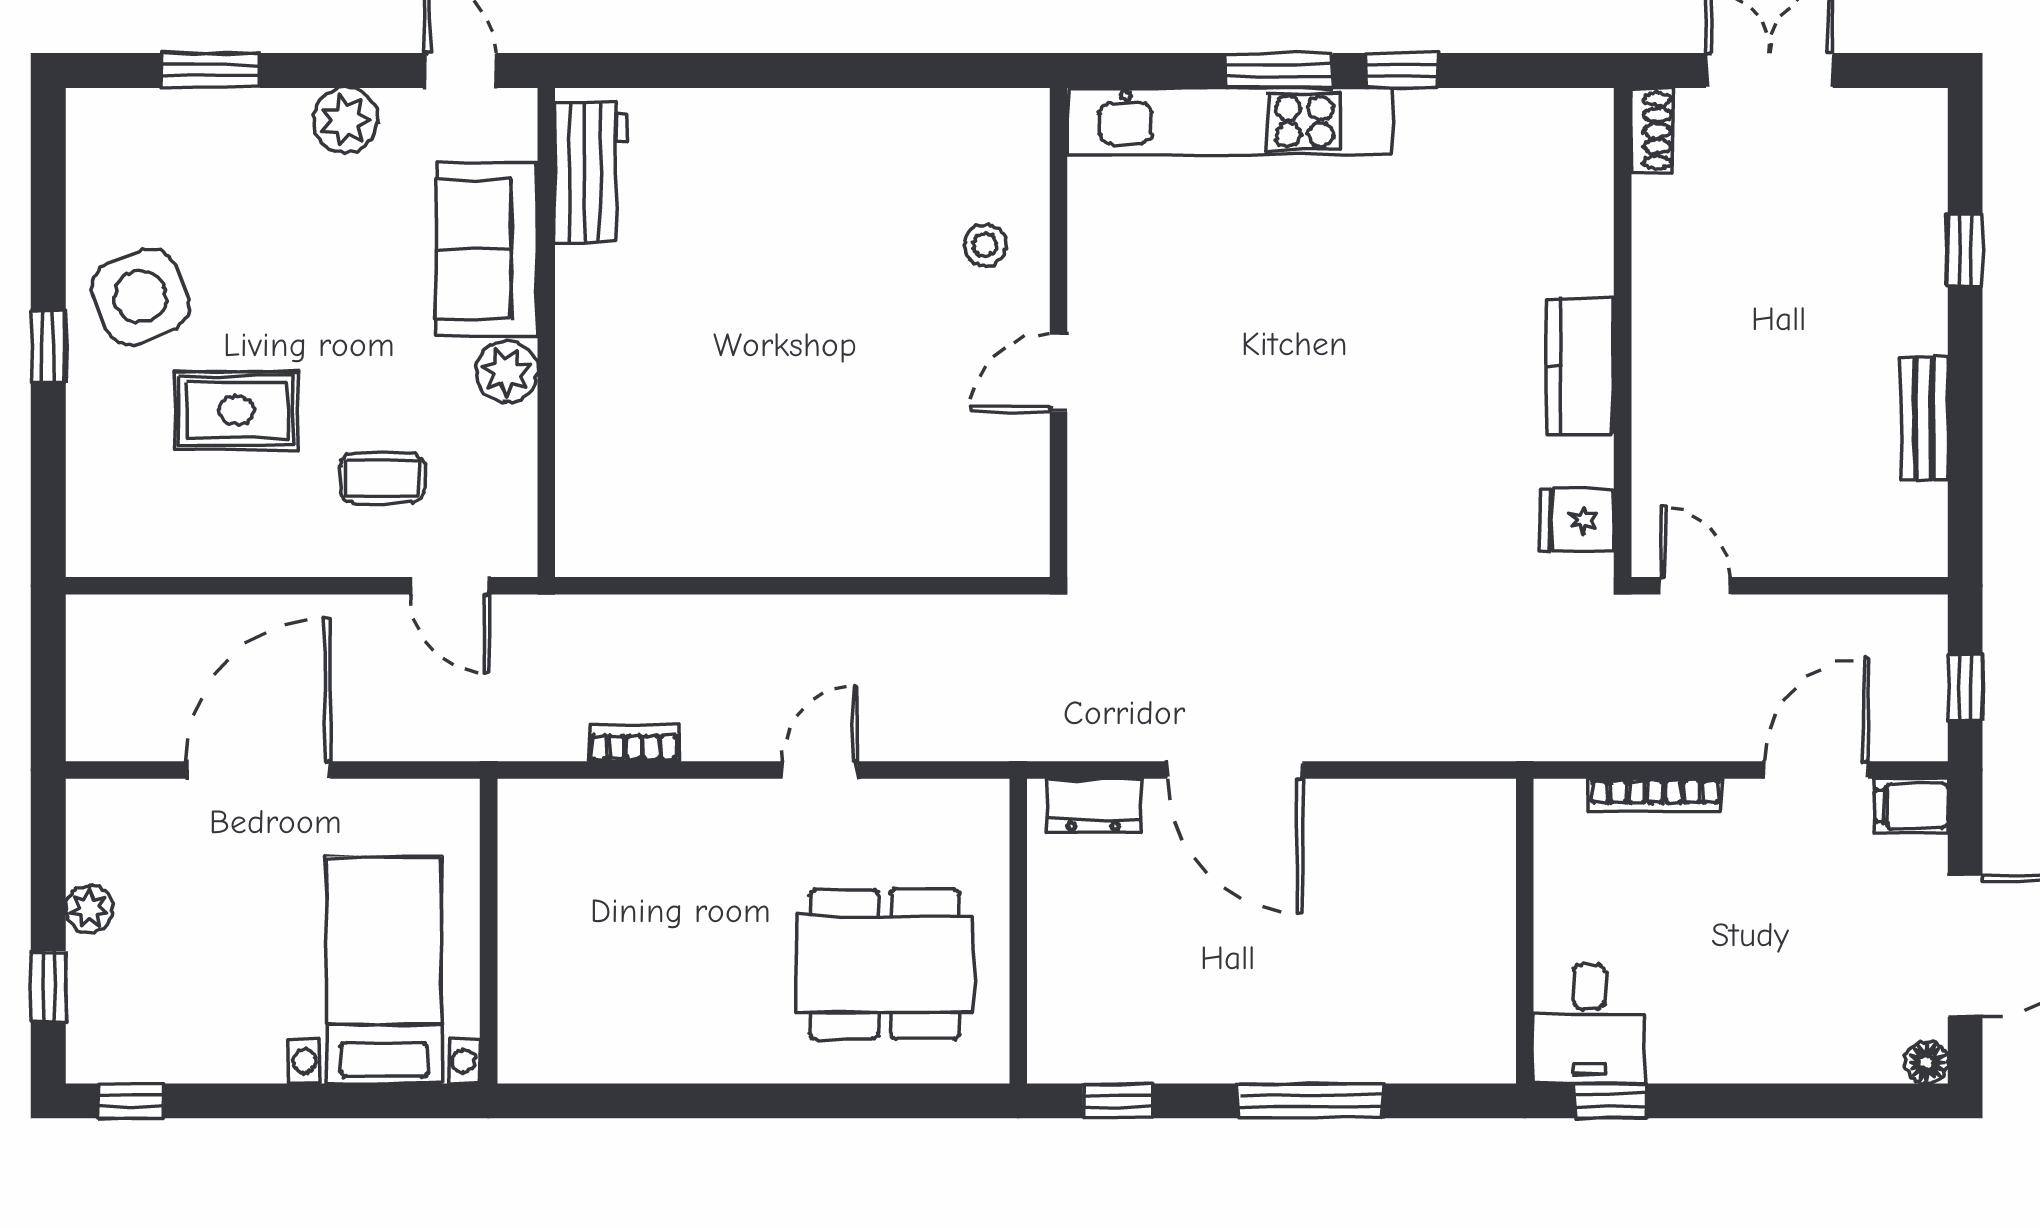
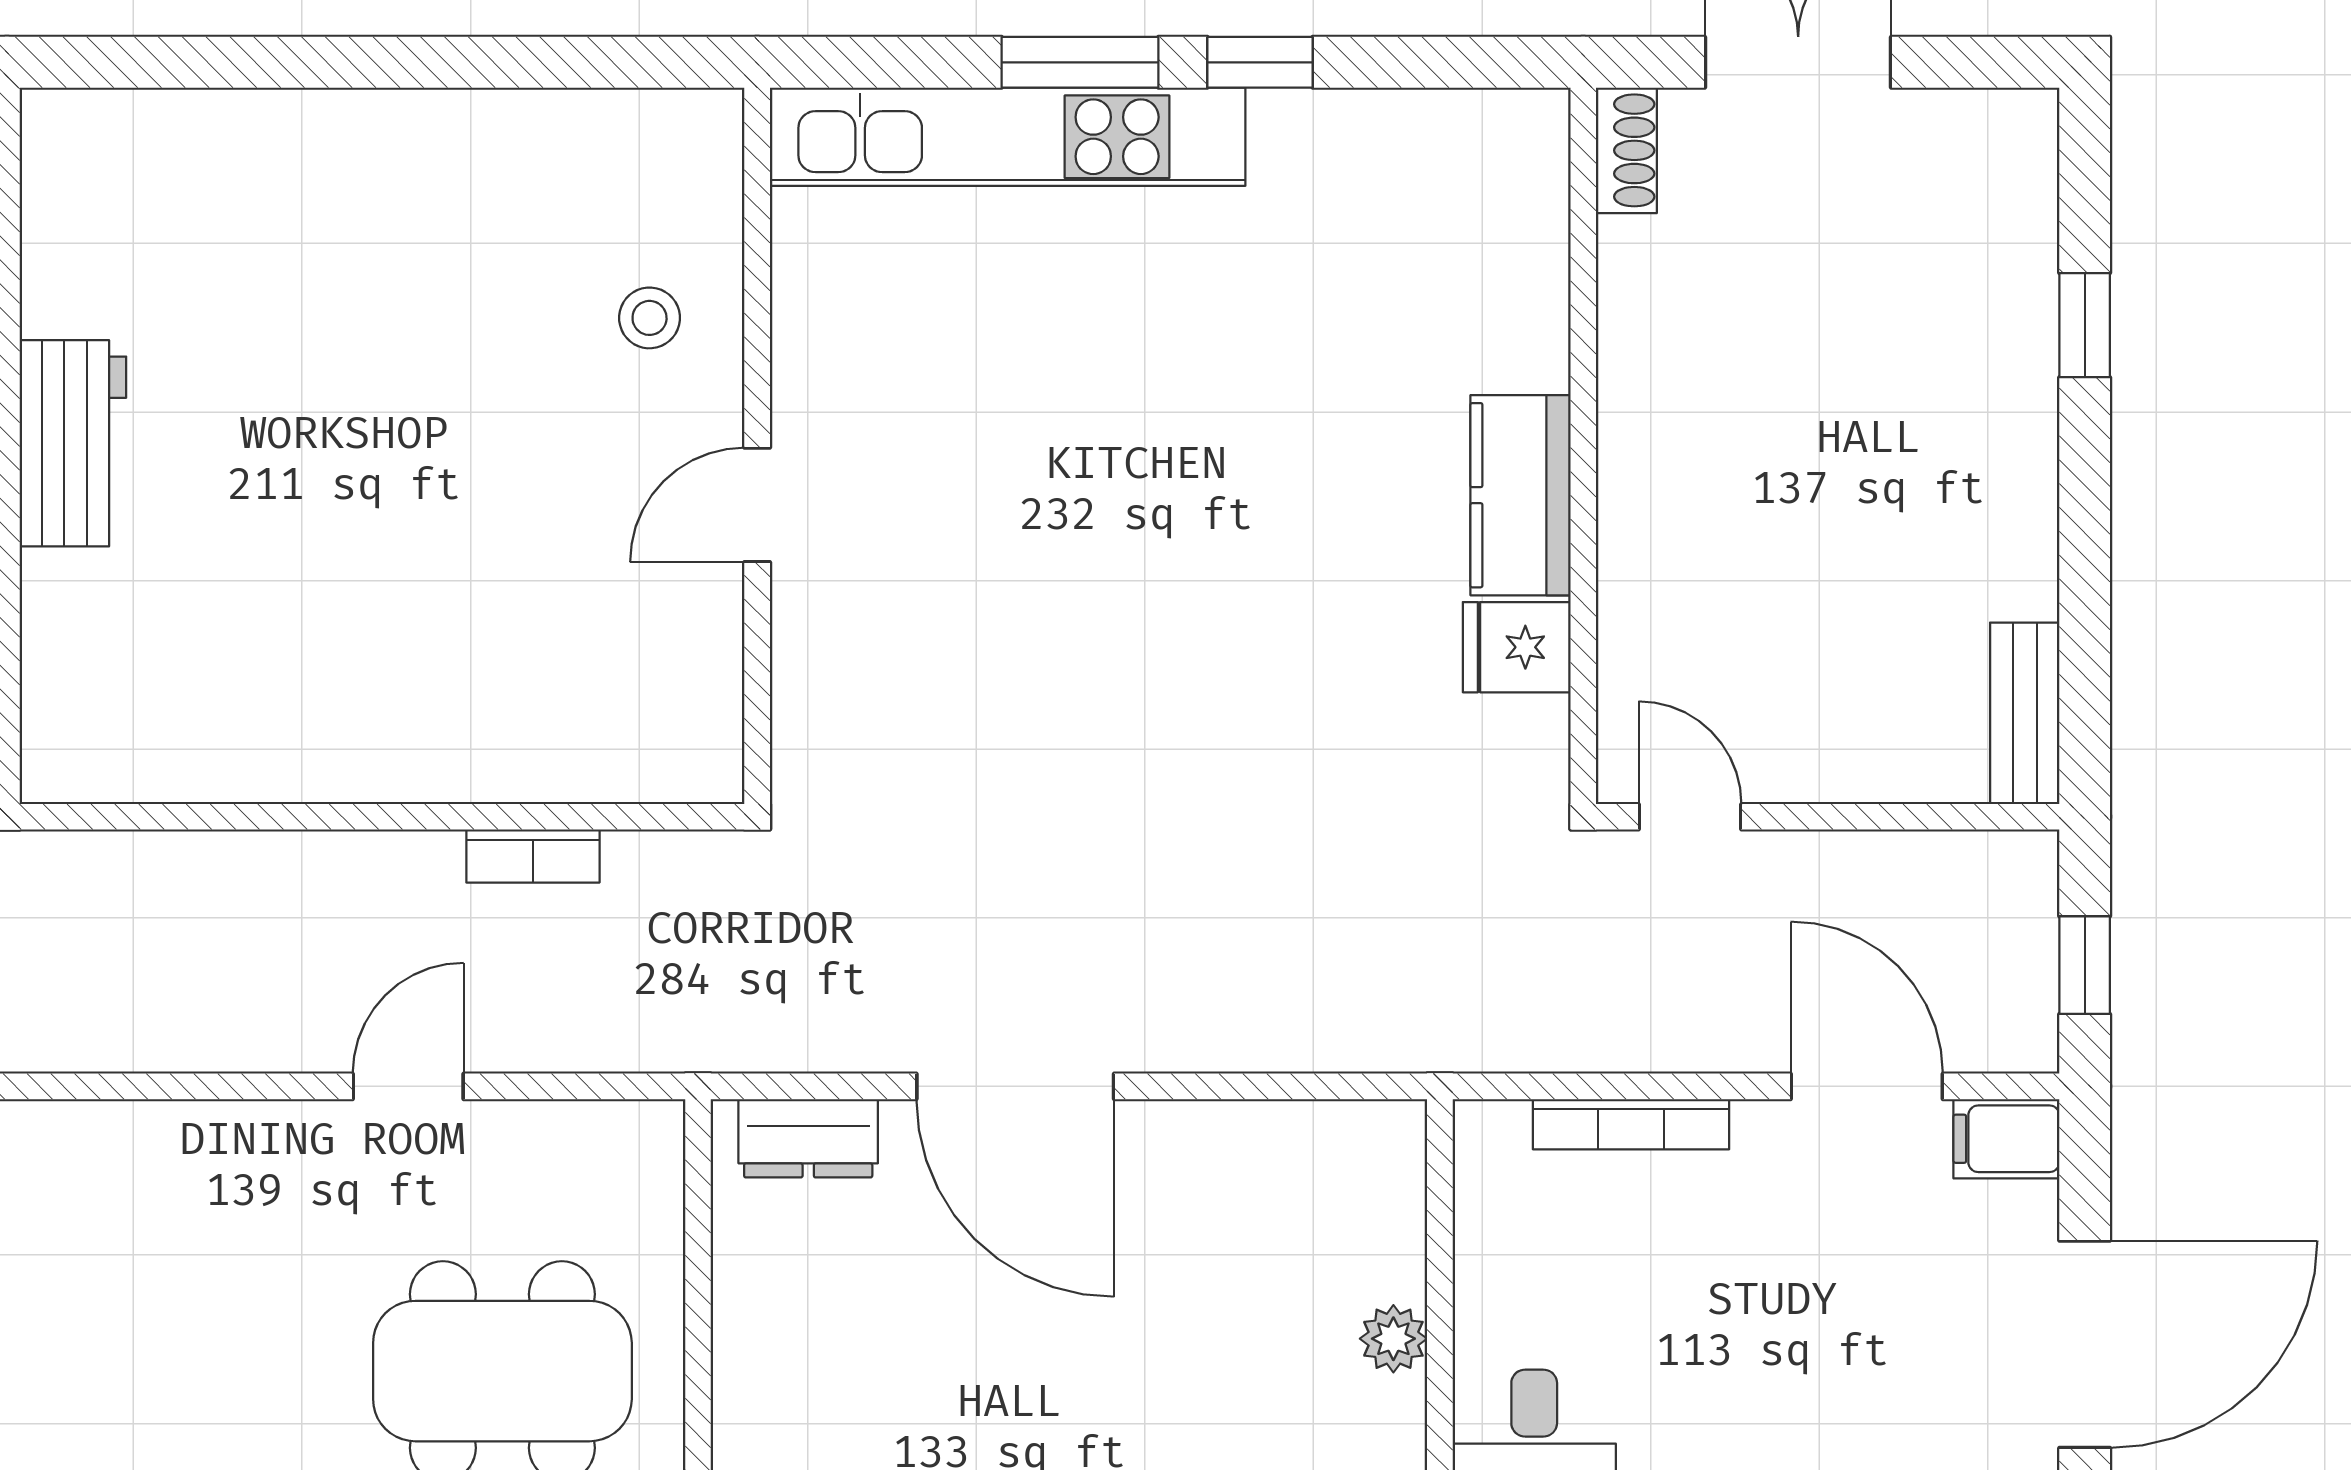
workbench: (591, 172) -> (73, 443), moved
bench: (1924, 418) -> (2025, 713), moved
fridge: (1577, 520) -> (1517, 647), moved
bookcase: (634, 743) -> (533, 856), moved, turned 180
door: (1816, 770) -> (1867, 1086), hinge flipped
plant: (1493, 942) -> (1393, 1339), added

